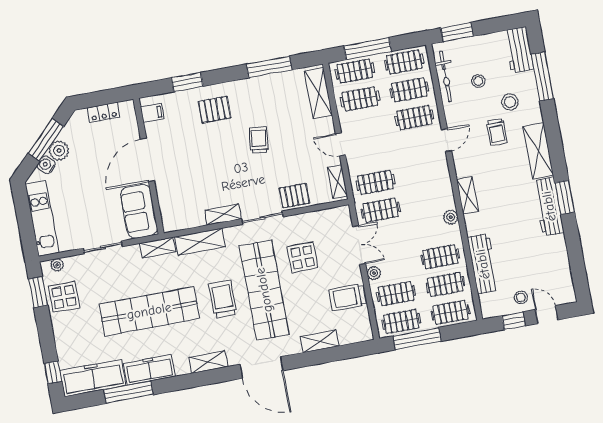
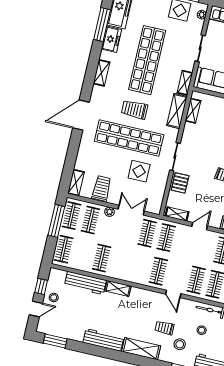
shelving: (467, 195) -> (118, 289), moved
window: (565, 197) -> (55, 341), moved
shelving: (223, 214) -> (193, 111), moved
plant: (451, 217) -> (124, 275), removed
double door: (359, 245) -> (131, 210), swing flipped
clothes rail: (445, 285) -> (158, 271), moved
trolley: (223, 299) -> (135, 110), turned 180
shelving: (320, 341) -> (76, 183), moved
shelving: (208, 362) -> (101, 73), moved
freezer: (149, 370) -> (111, 39), width x0.71

